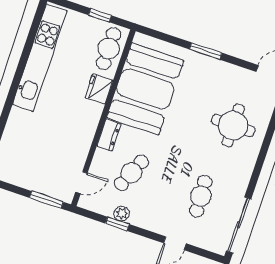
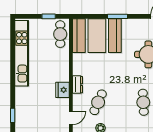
fridge: (99, 89) -> (63, 90), moved
booth: (145, 89) -> (97, 36), moved, turned 90

